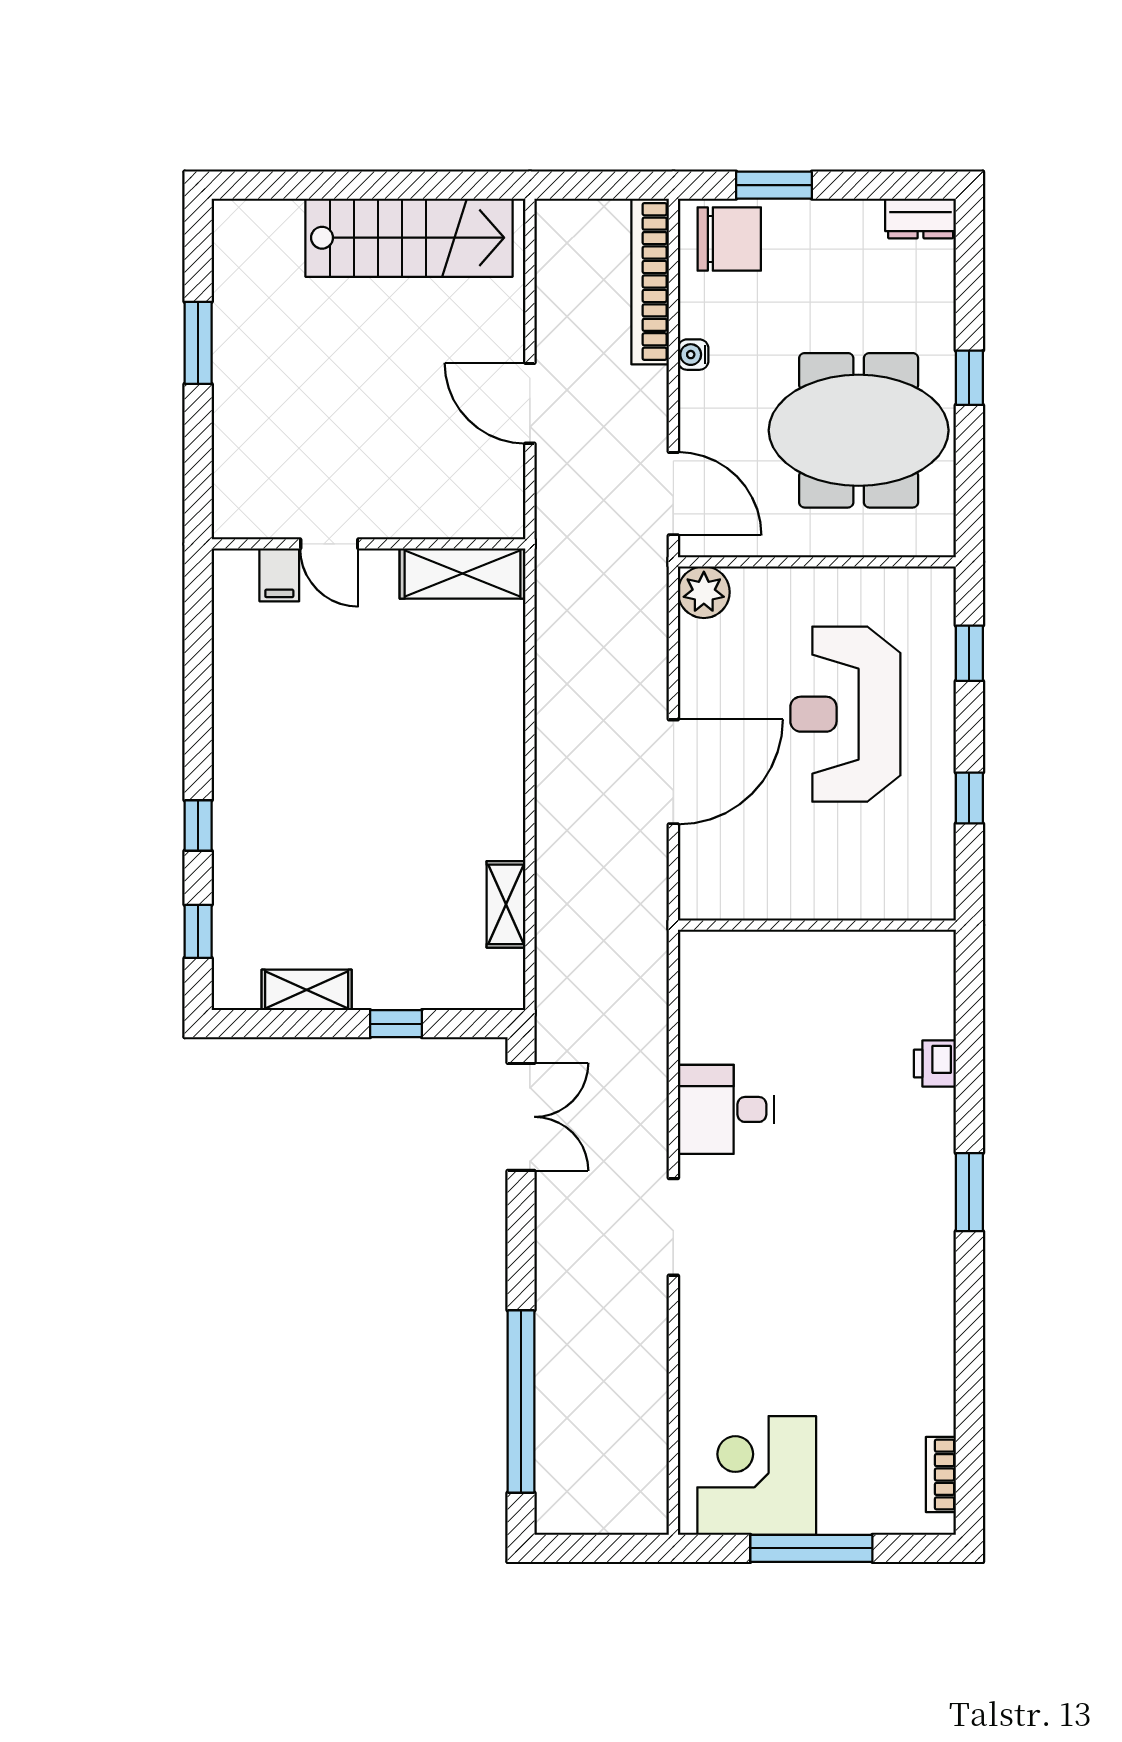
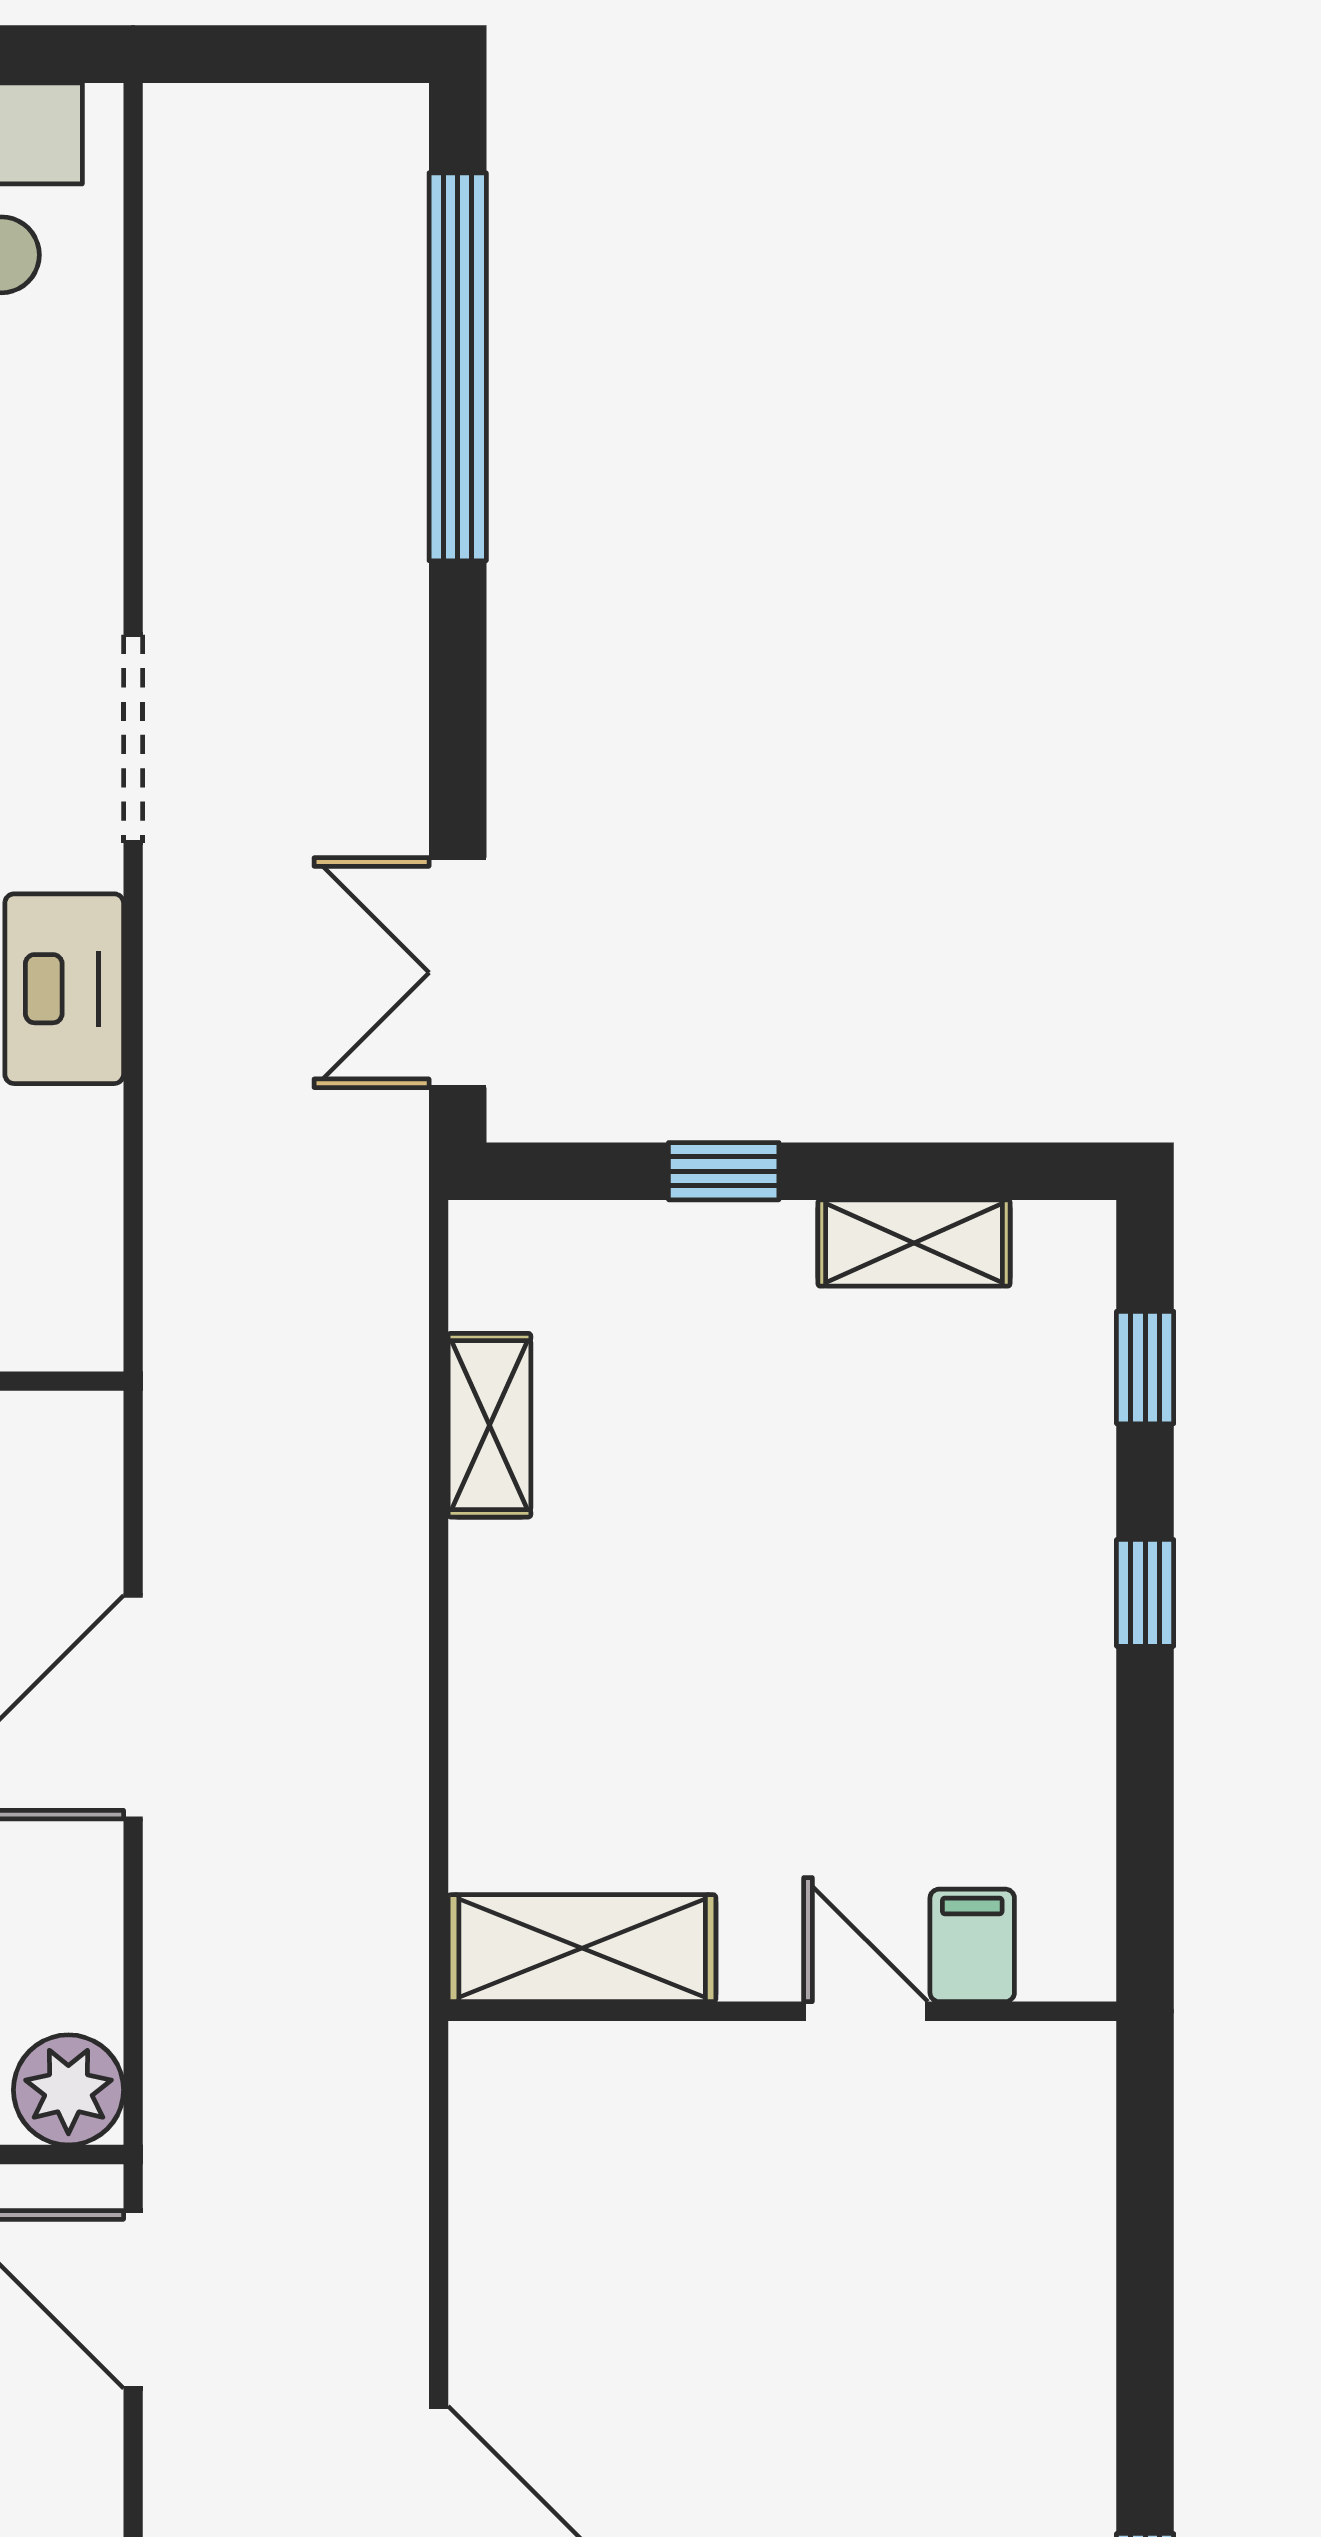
door: (329, 544) -> (866, 2011), moved
wall: (368, 544) -> (782, 2011), moved
shelving: (463, 574) -> (582, 1948), moved
filing cabinet: (279, 575) -> (972, 1945), moved

